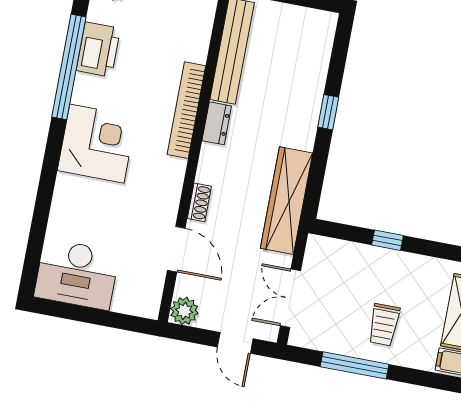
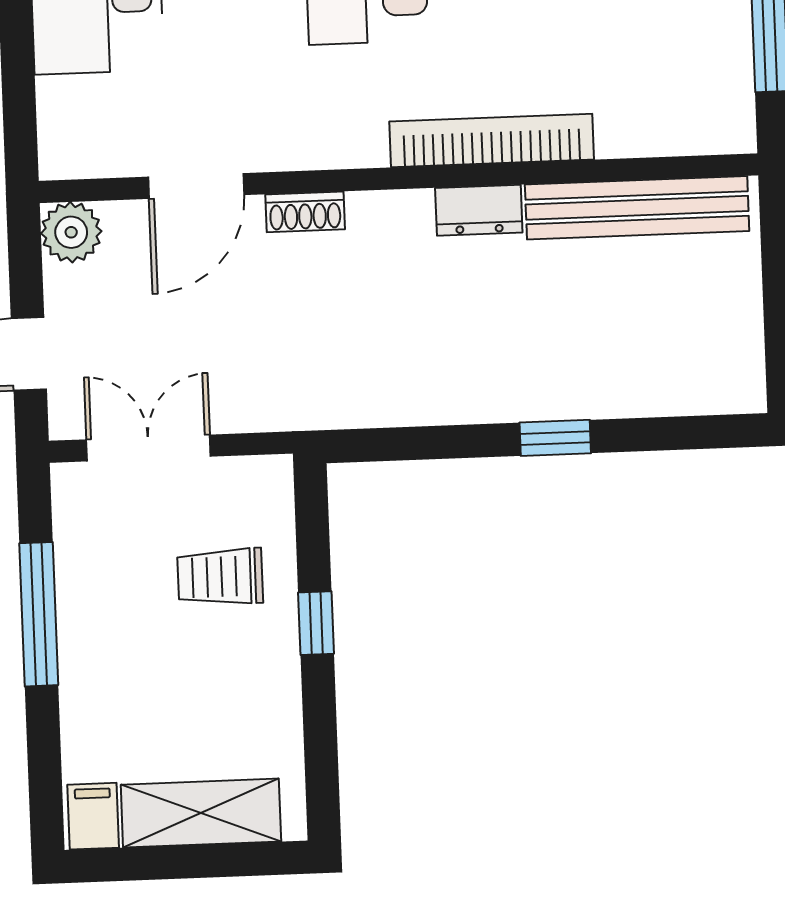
wardrobe: (287, 201) -> (351, 393), removed
trolley: (384, 325) -> (220, 577), moved

